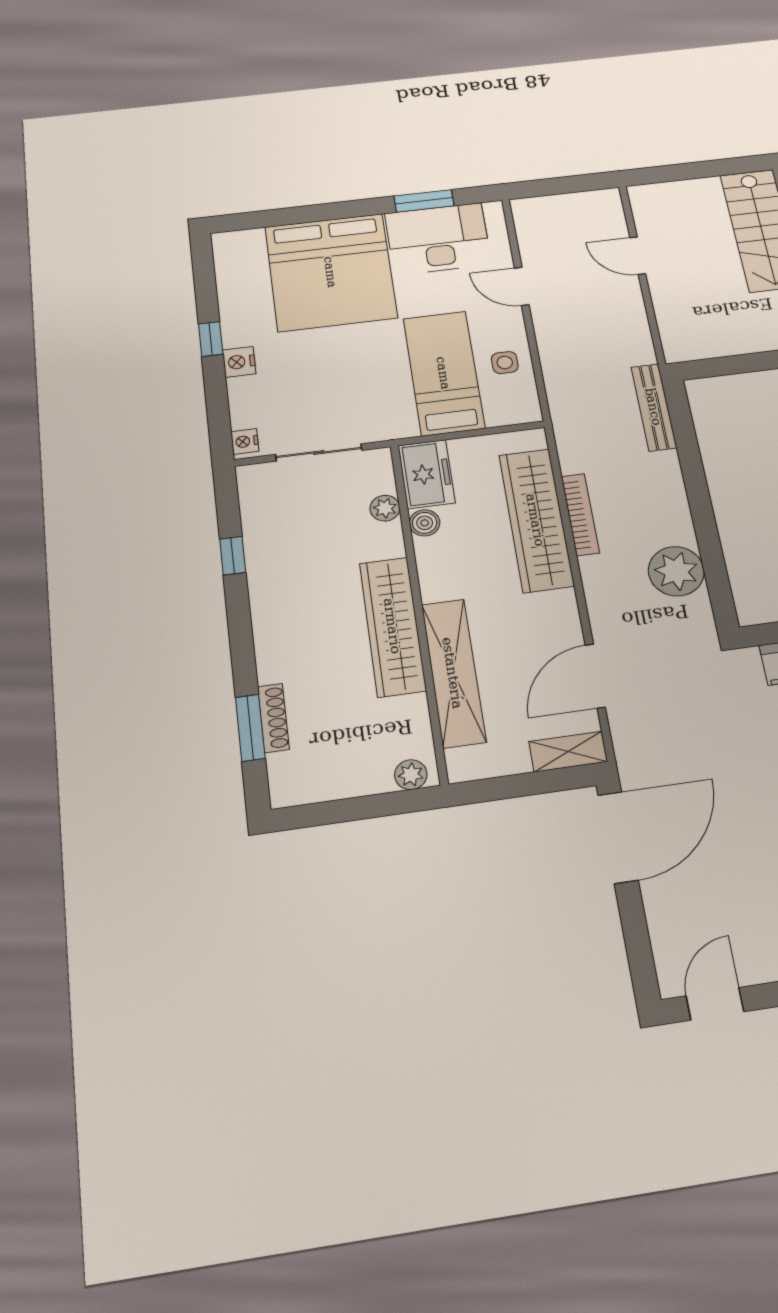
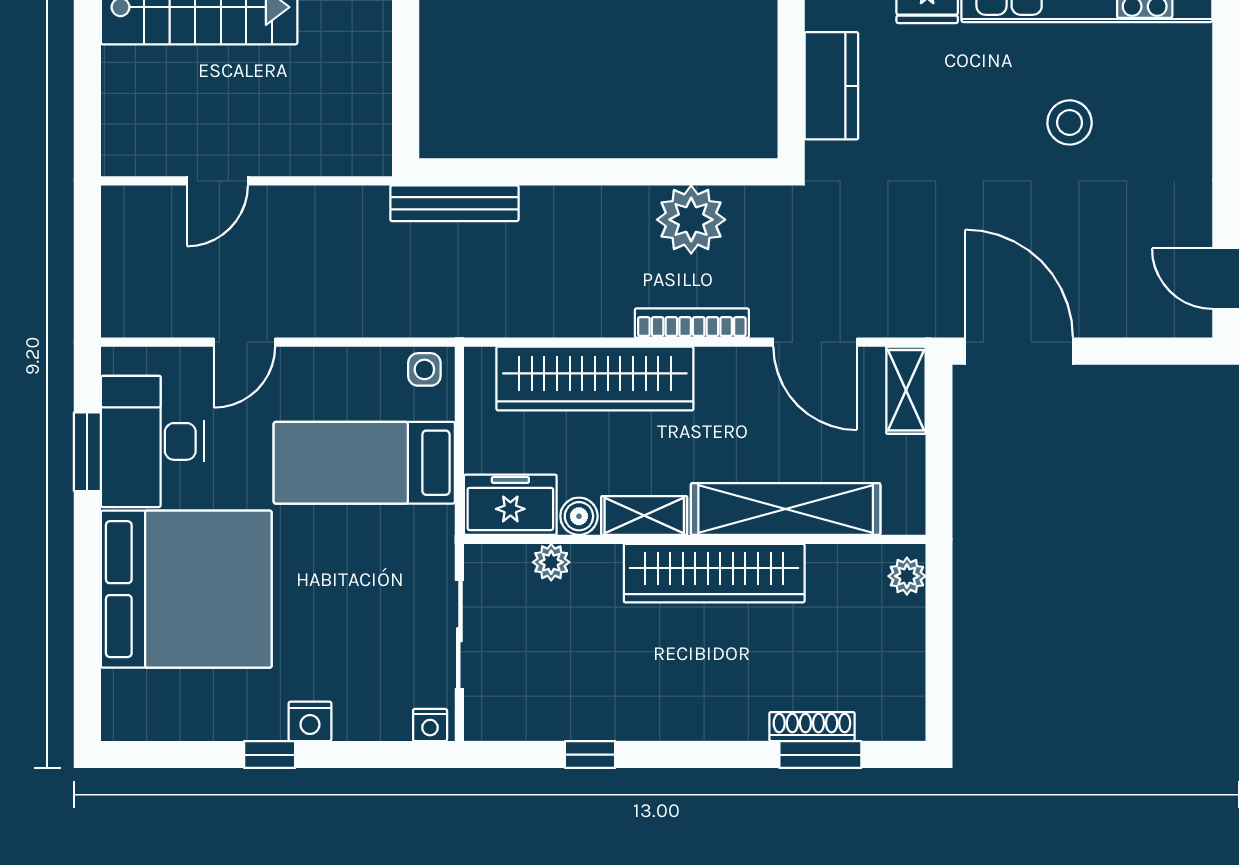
side table: (505, 363) -> (424, 369), moved
bookcase: (580, 514) -> (692, 323), moved
shelving: (432, 569) -> (644, 516), added

